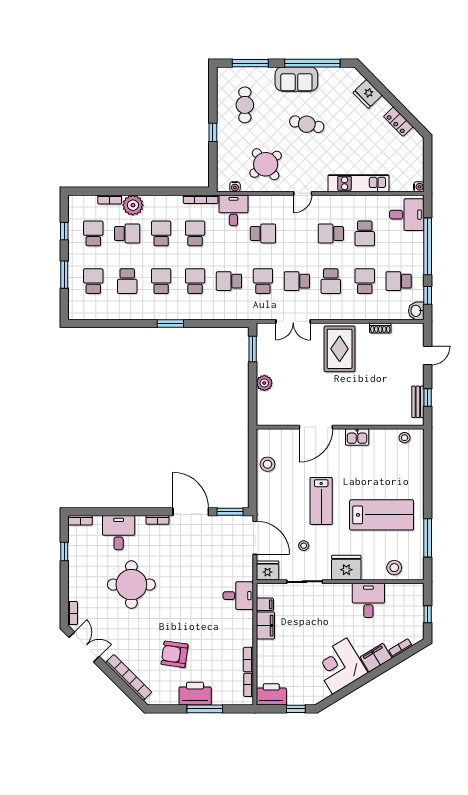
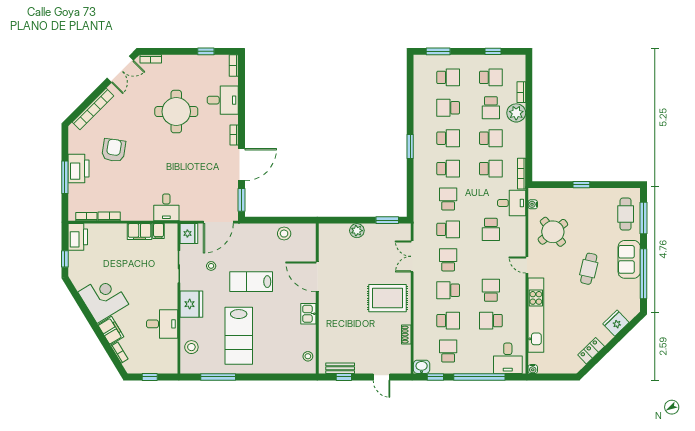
cafe table: (245, 105) -> (626, 214), moved, turned 90
kitchen unit: (359, 183) -> (536, 315), width x1.36
window: (64, 275) -> (438, 51), moved

